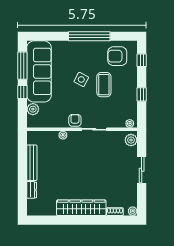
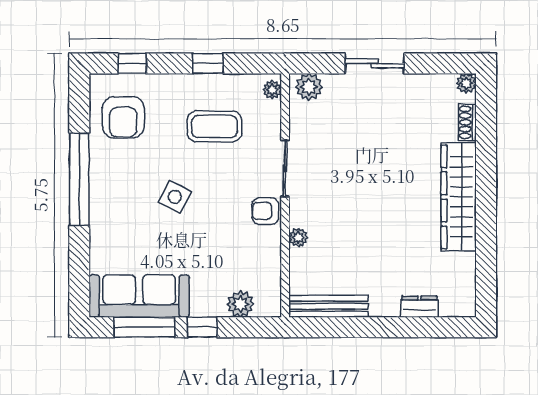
sofa: (39, 71) -> (139, 296), width x0.74, depth x0.79
coffee table: (104, 85) -> (215, 126), moved
bench: (32, 163) -> (328, 306), moved

